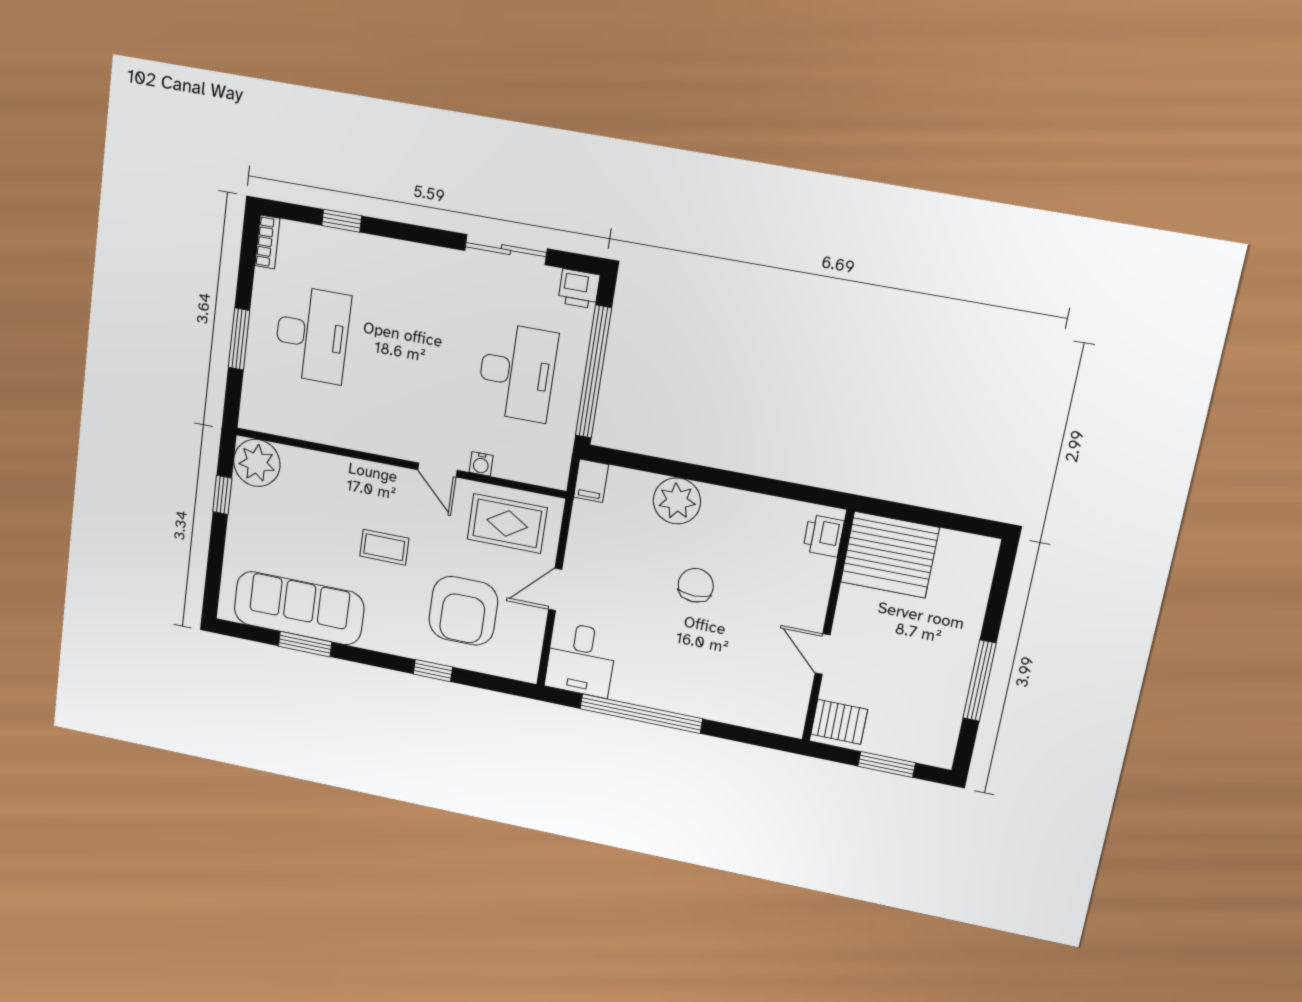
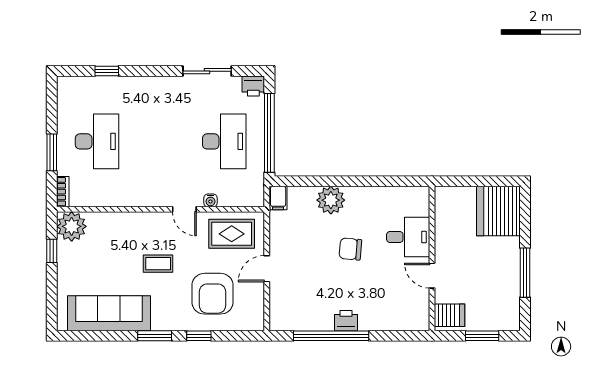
bookcase: (267, 242) -> (63, 192), moved
printer: (823, 536) -> (346, 321), moved, turned 90
server rack: (890, 555) -> (498, 211), moved, turned 90
chair: (696, 585) -> (350, 249), turned -85
window: (305, 644) -> (155, 336), moved
desk: (581, 660) -> (408, 237), moved, turned -90

